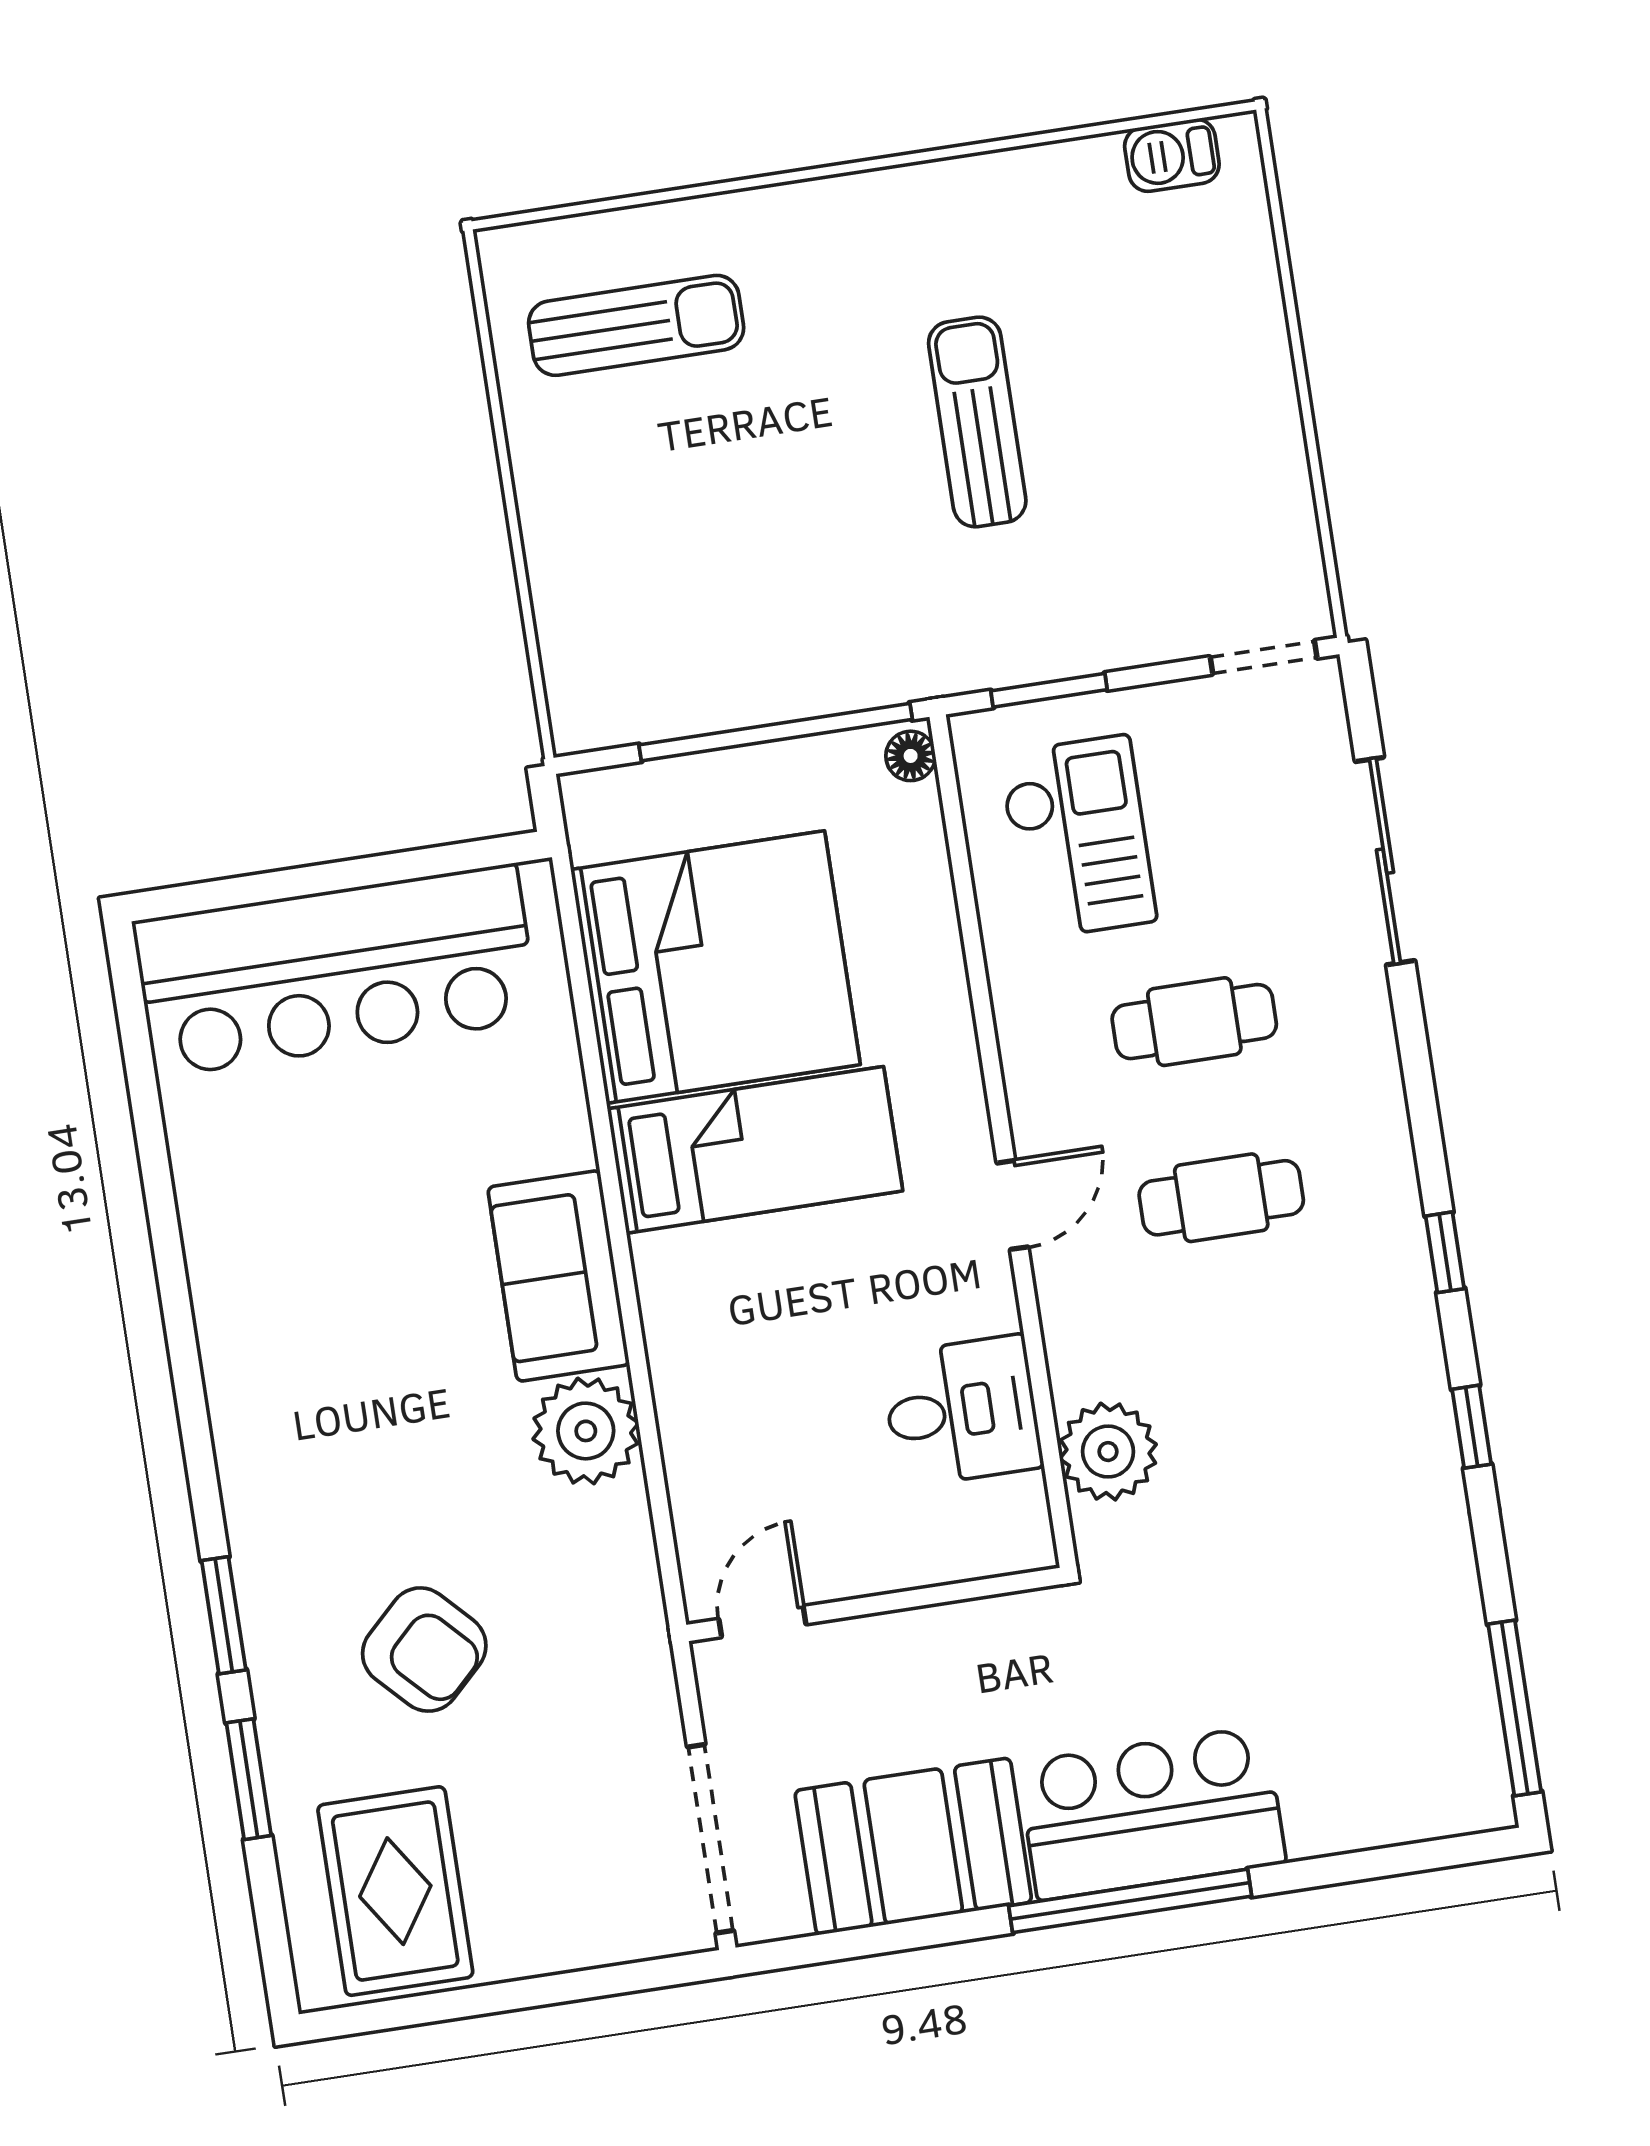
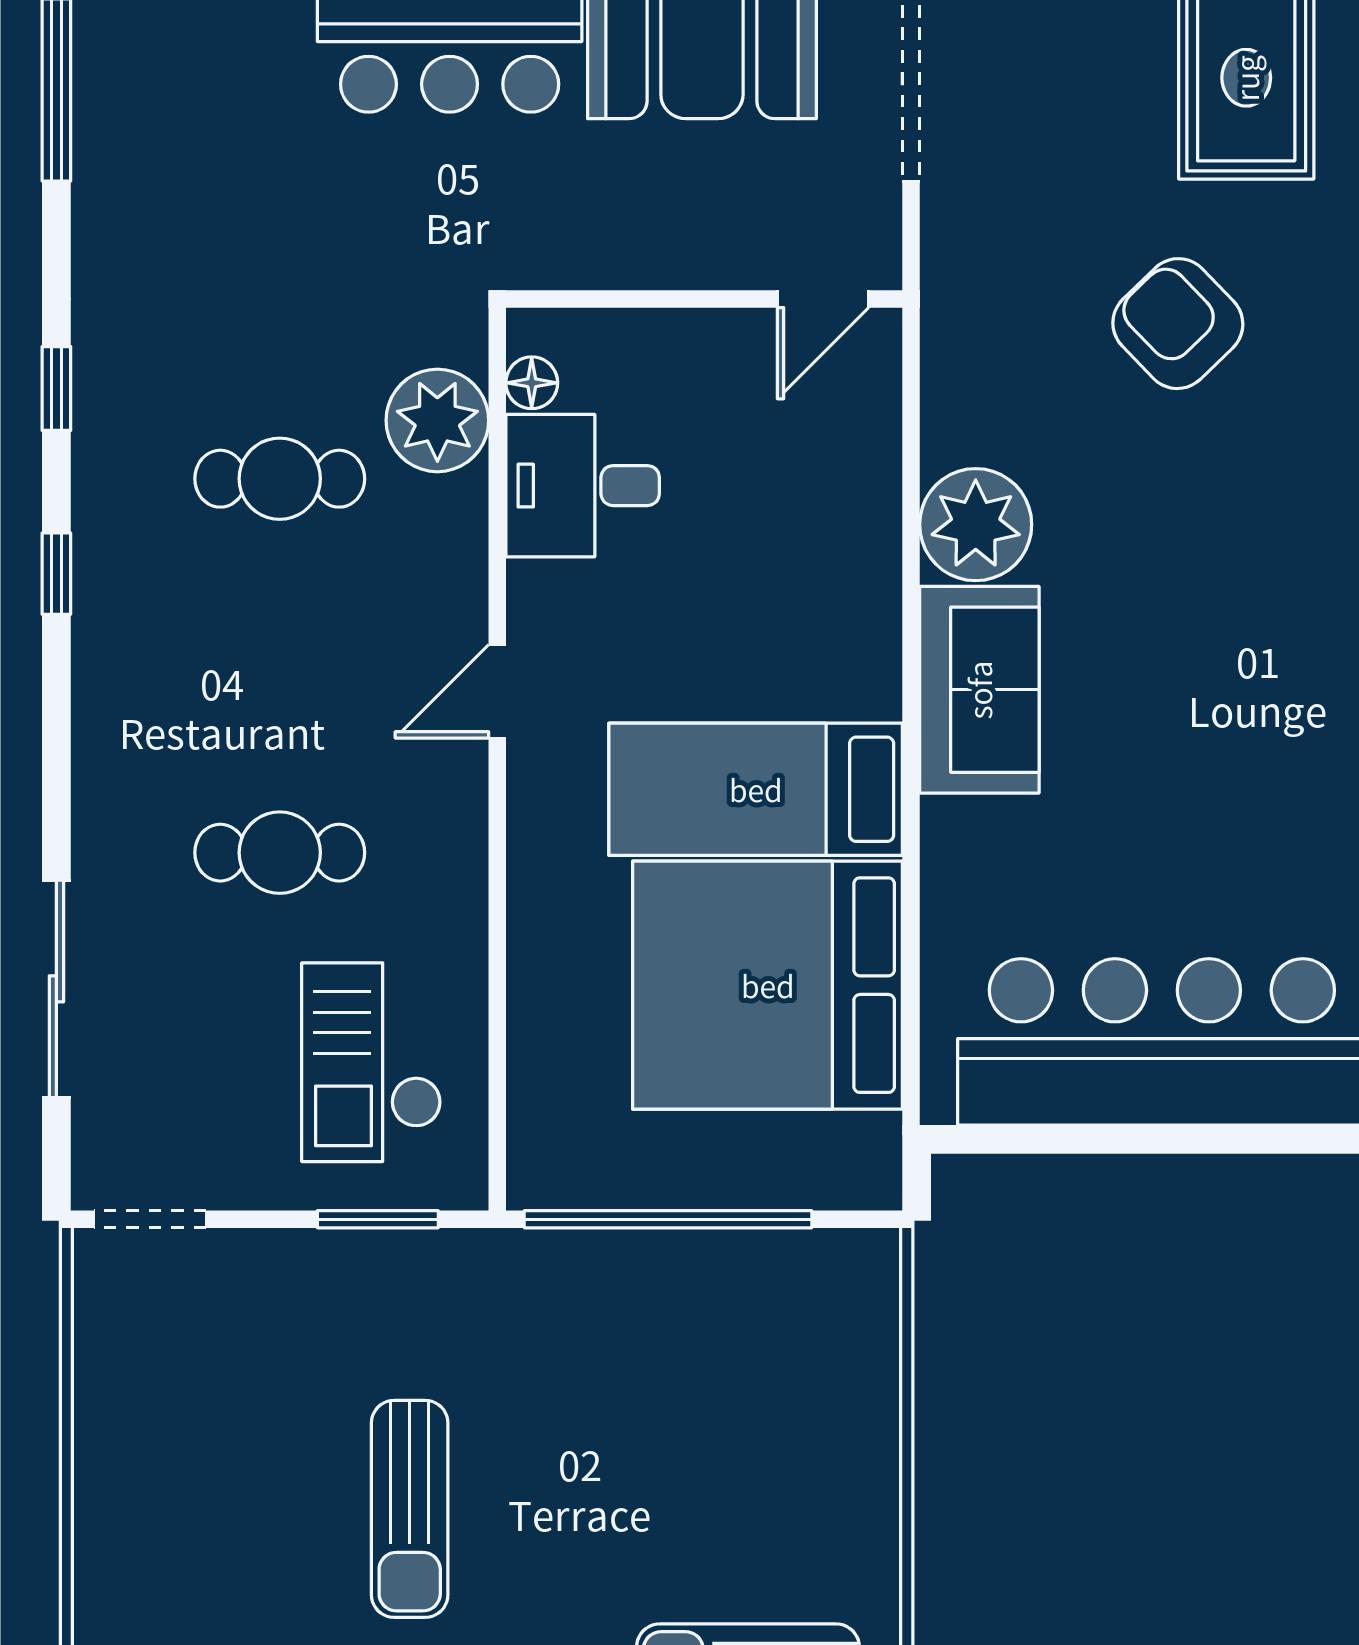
floor lamp: (911, 756) -> (532, 383), moved
cafe table: (1221, 1198) -> (280, 479), moved

